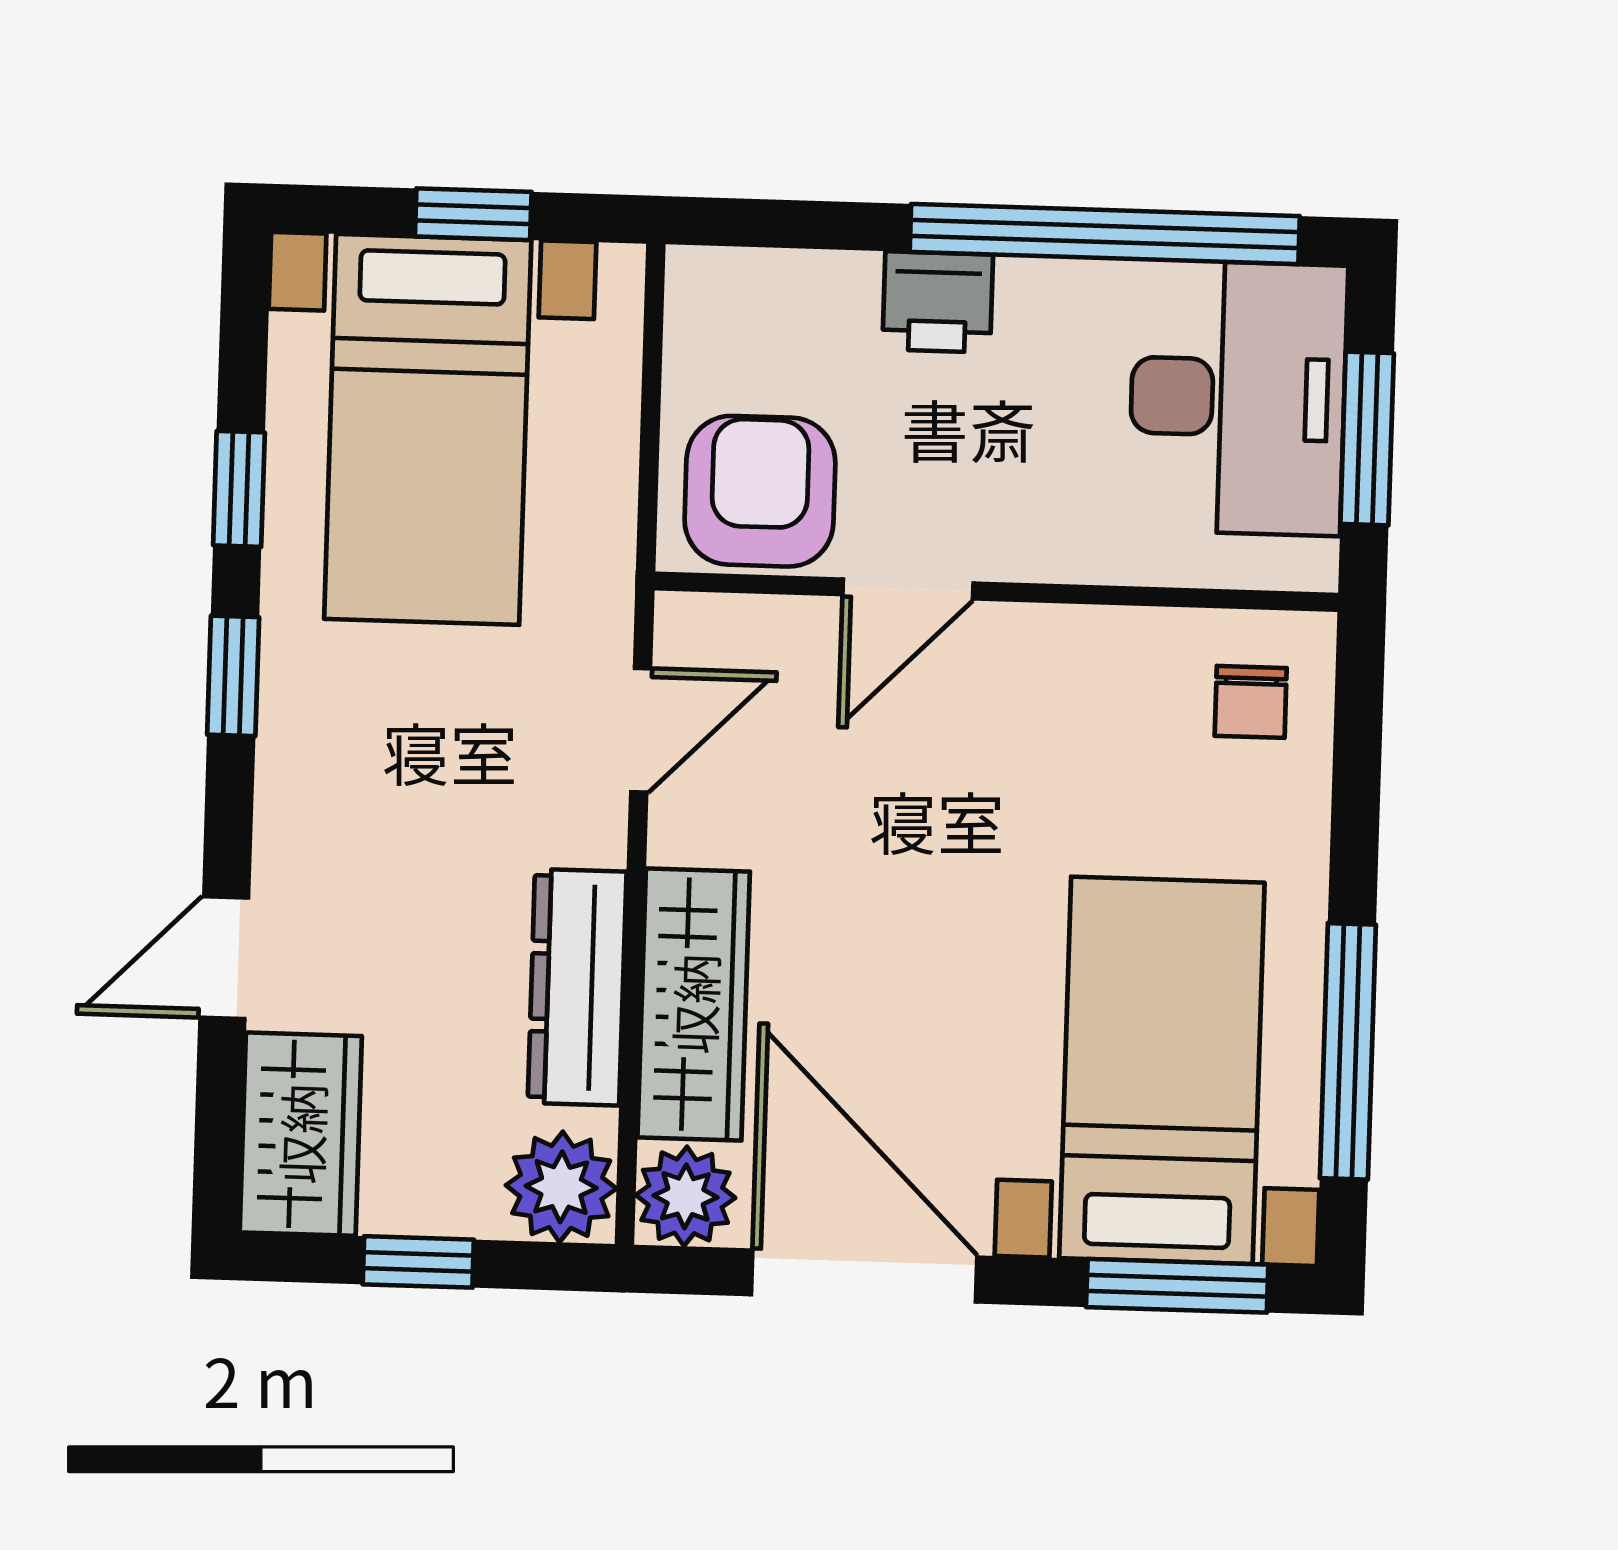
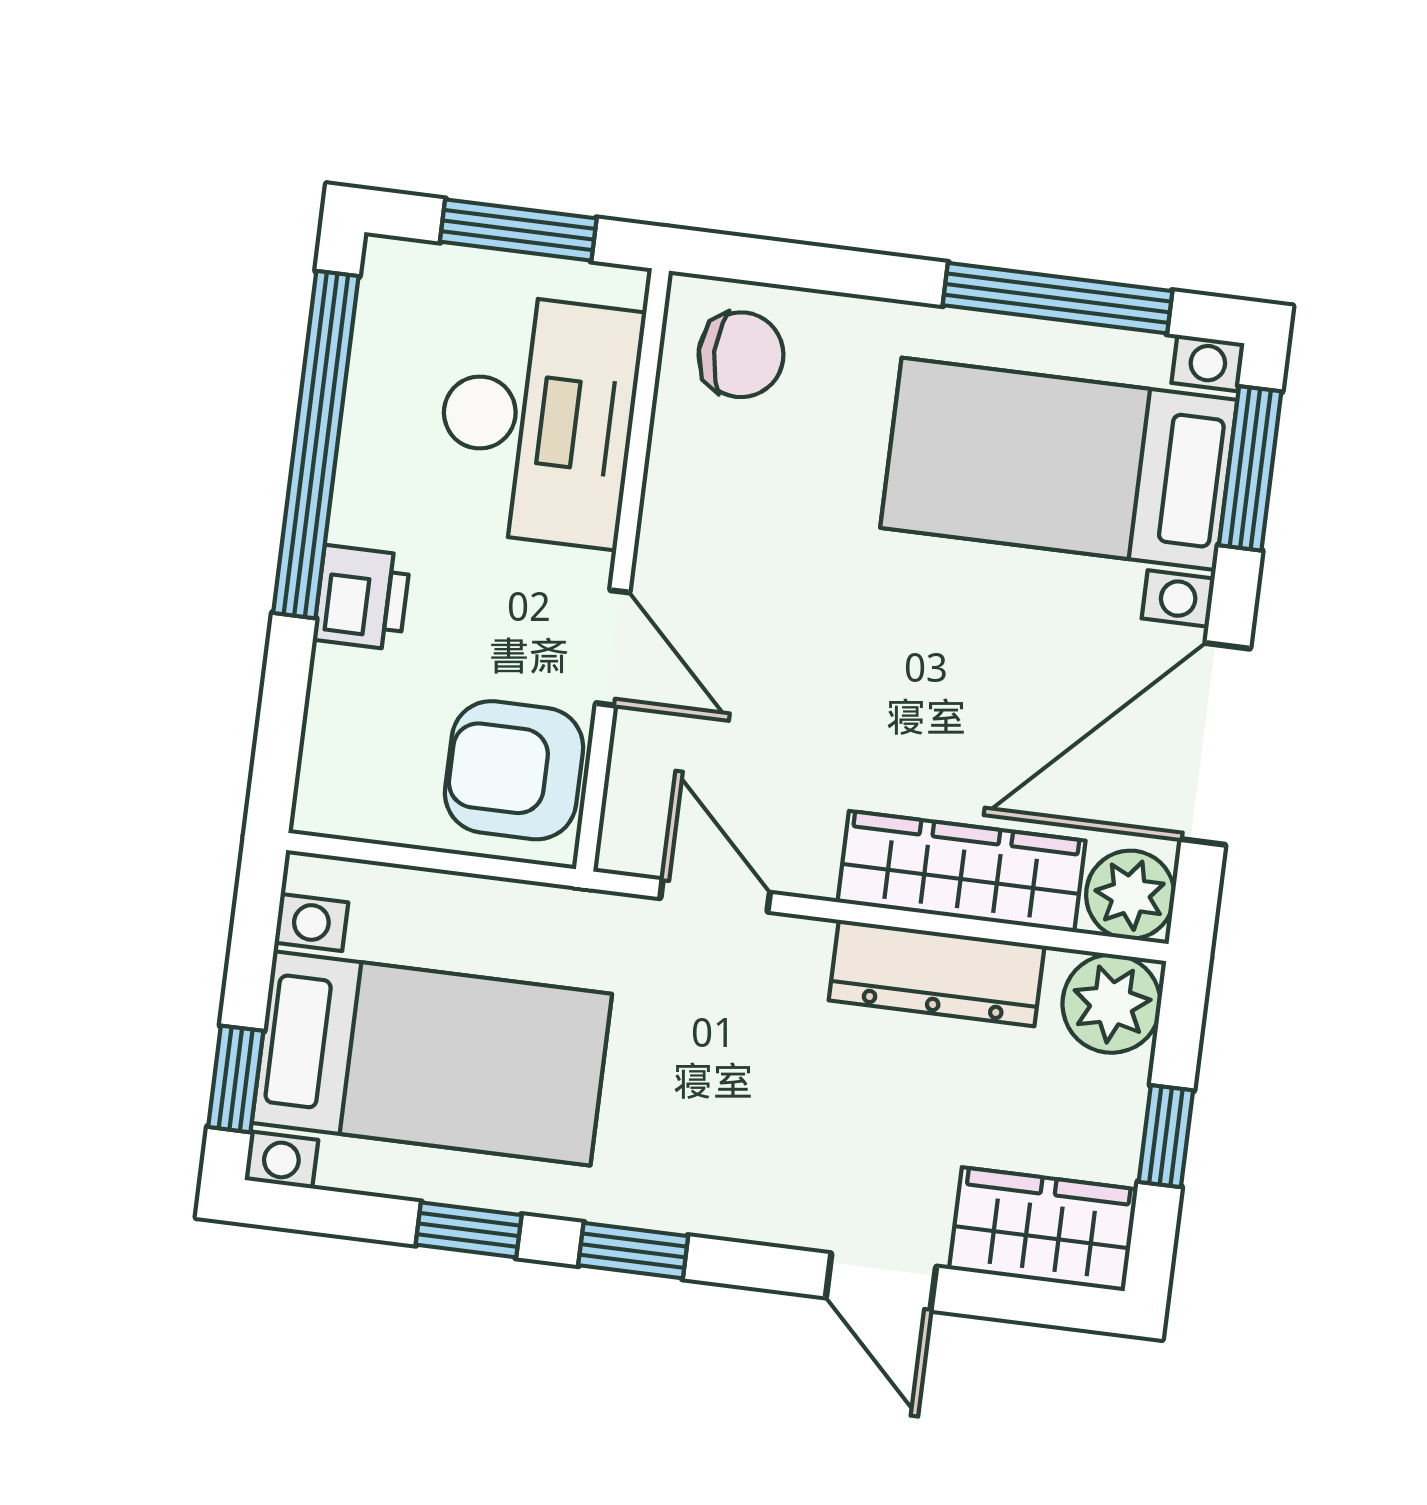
window: (473, 214) -> (236, 1079), moved
desk: (1238, 398) -> (538, 420), moved, turned 90
chair: (1251, 702) -> (741, 355), width x1.37, depth x1.37

